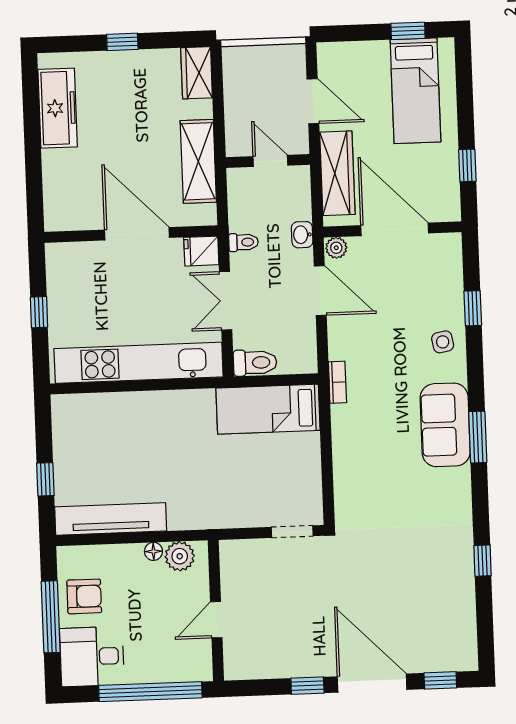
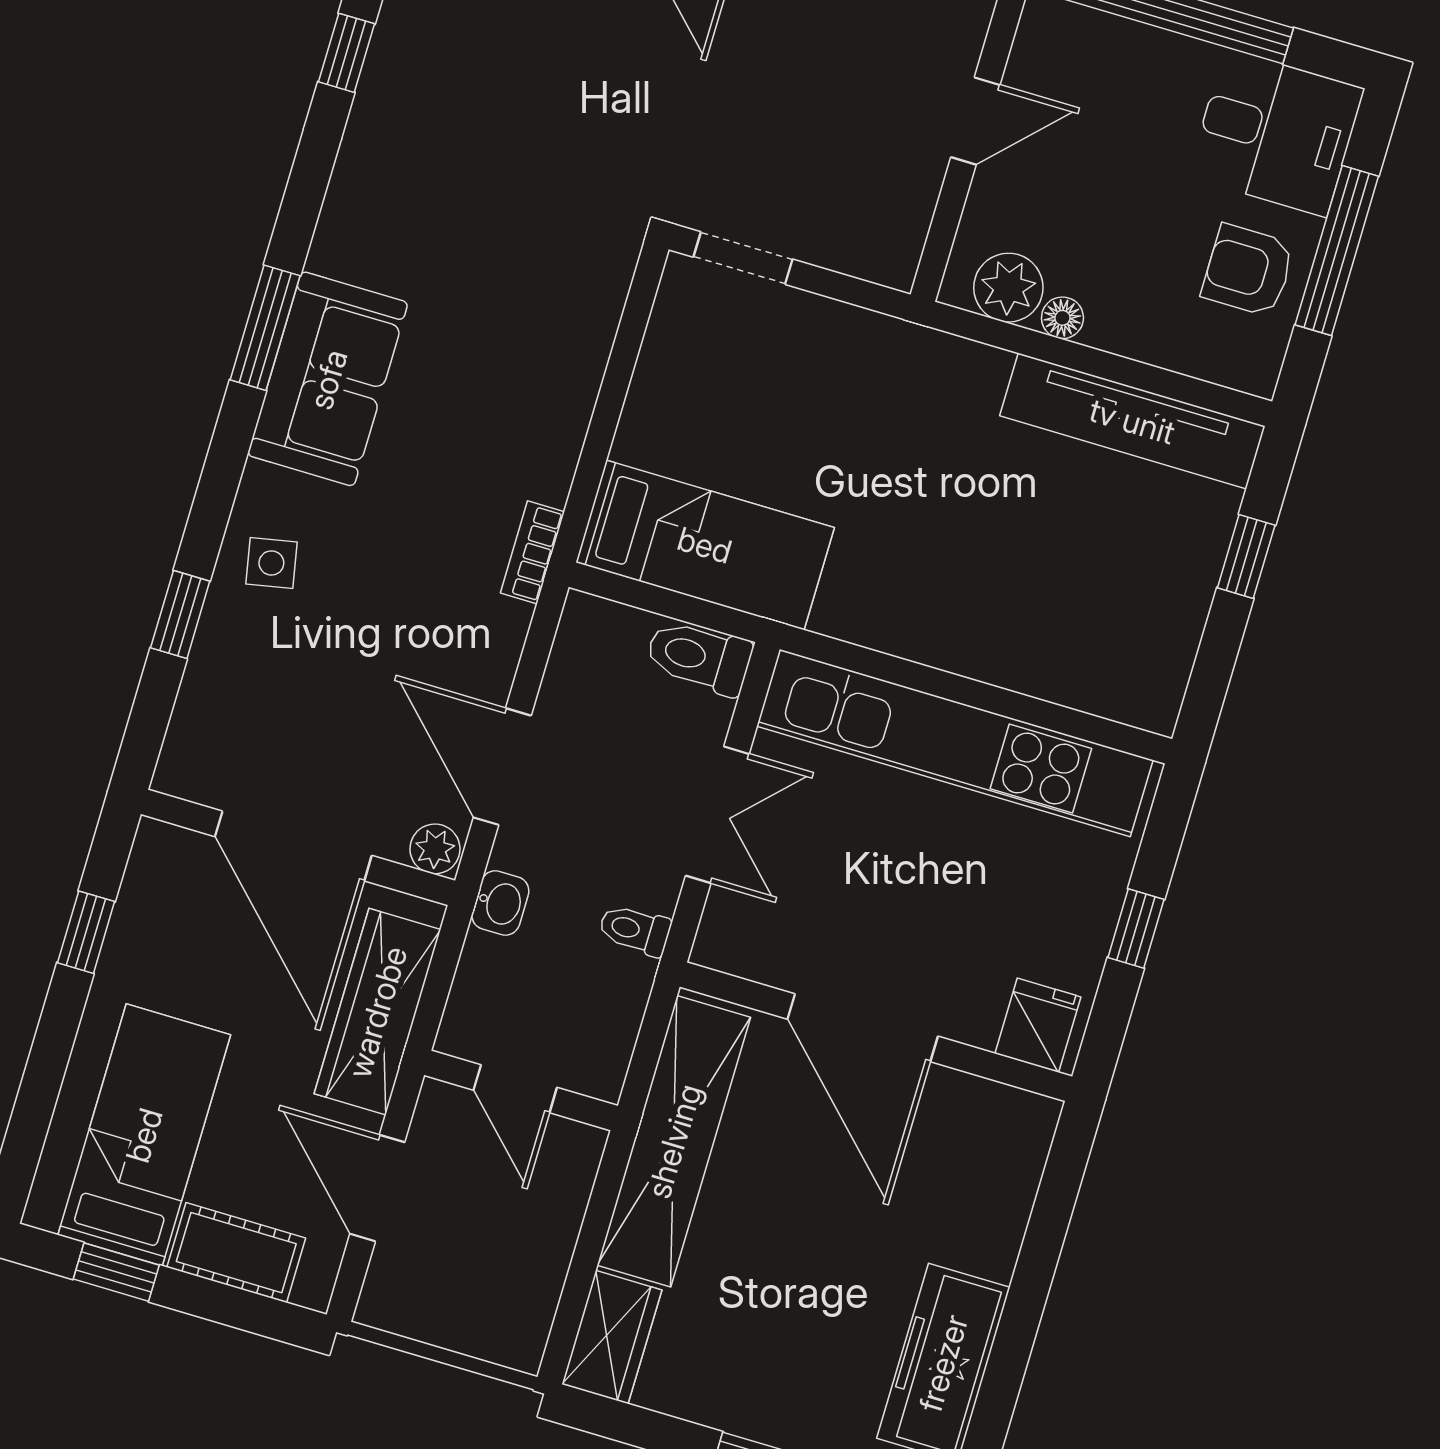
cot: (362, 55) -> (236, 1253), added
shelving: (198, 161) -> (674, 1141), width x1.47
fridge: (201, 251) -> (1038, 1025), moved, turned -90

